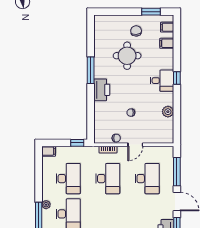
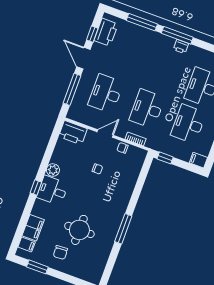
filing cabinet: (167, 43) -> (33, 228), width x2.00
printer: (102, 90) -> (73, 133), moved, turned -90
plant: (168, 112) -> (53, 170), moved

